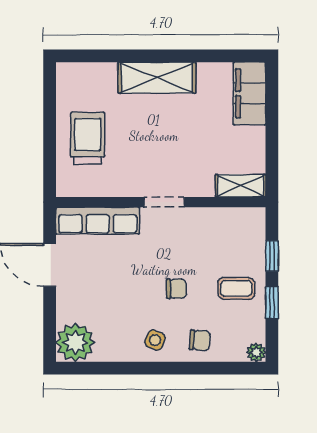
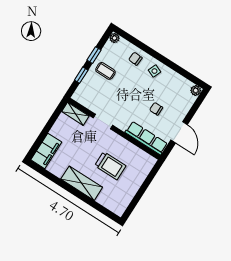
trolley: (88, 138) -> (110, 166), moved, turned -90
doorway: (164, 202) -> (103, 122), moved
chair: (176, 289) -> (156, 109), moved
plant: (75, 342) -> (196, 91), width x0.53, depth x0.53

